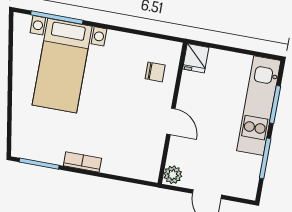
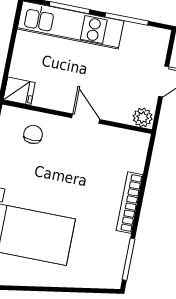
door: (171, 121) -> (86, 119), hinge flipped
bookcase: (82, 162) -> (130, 203), width x1.56

